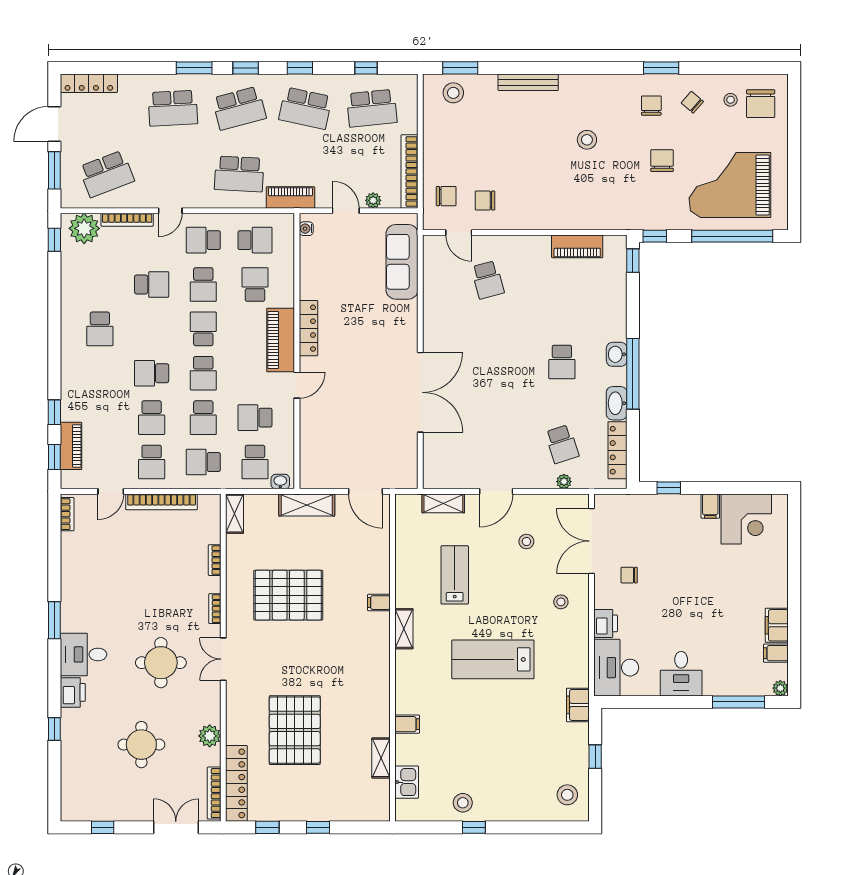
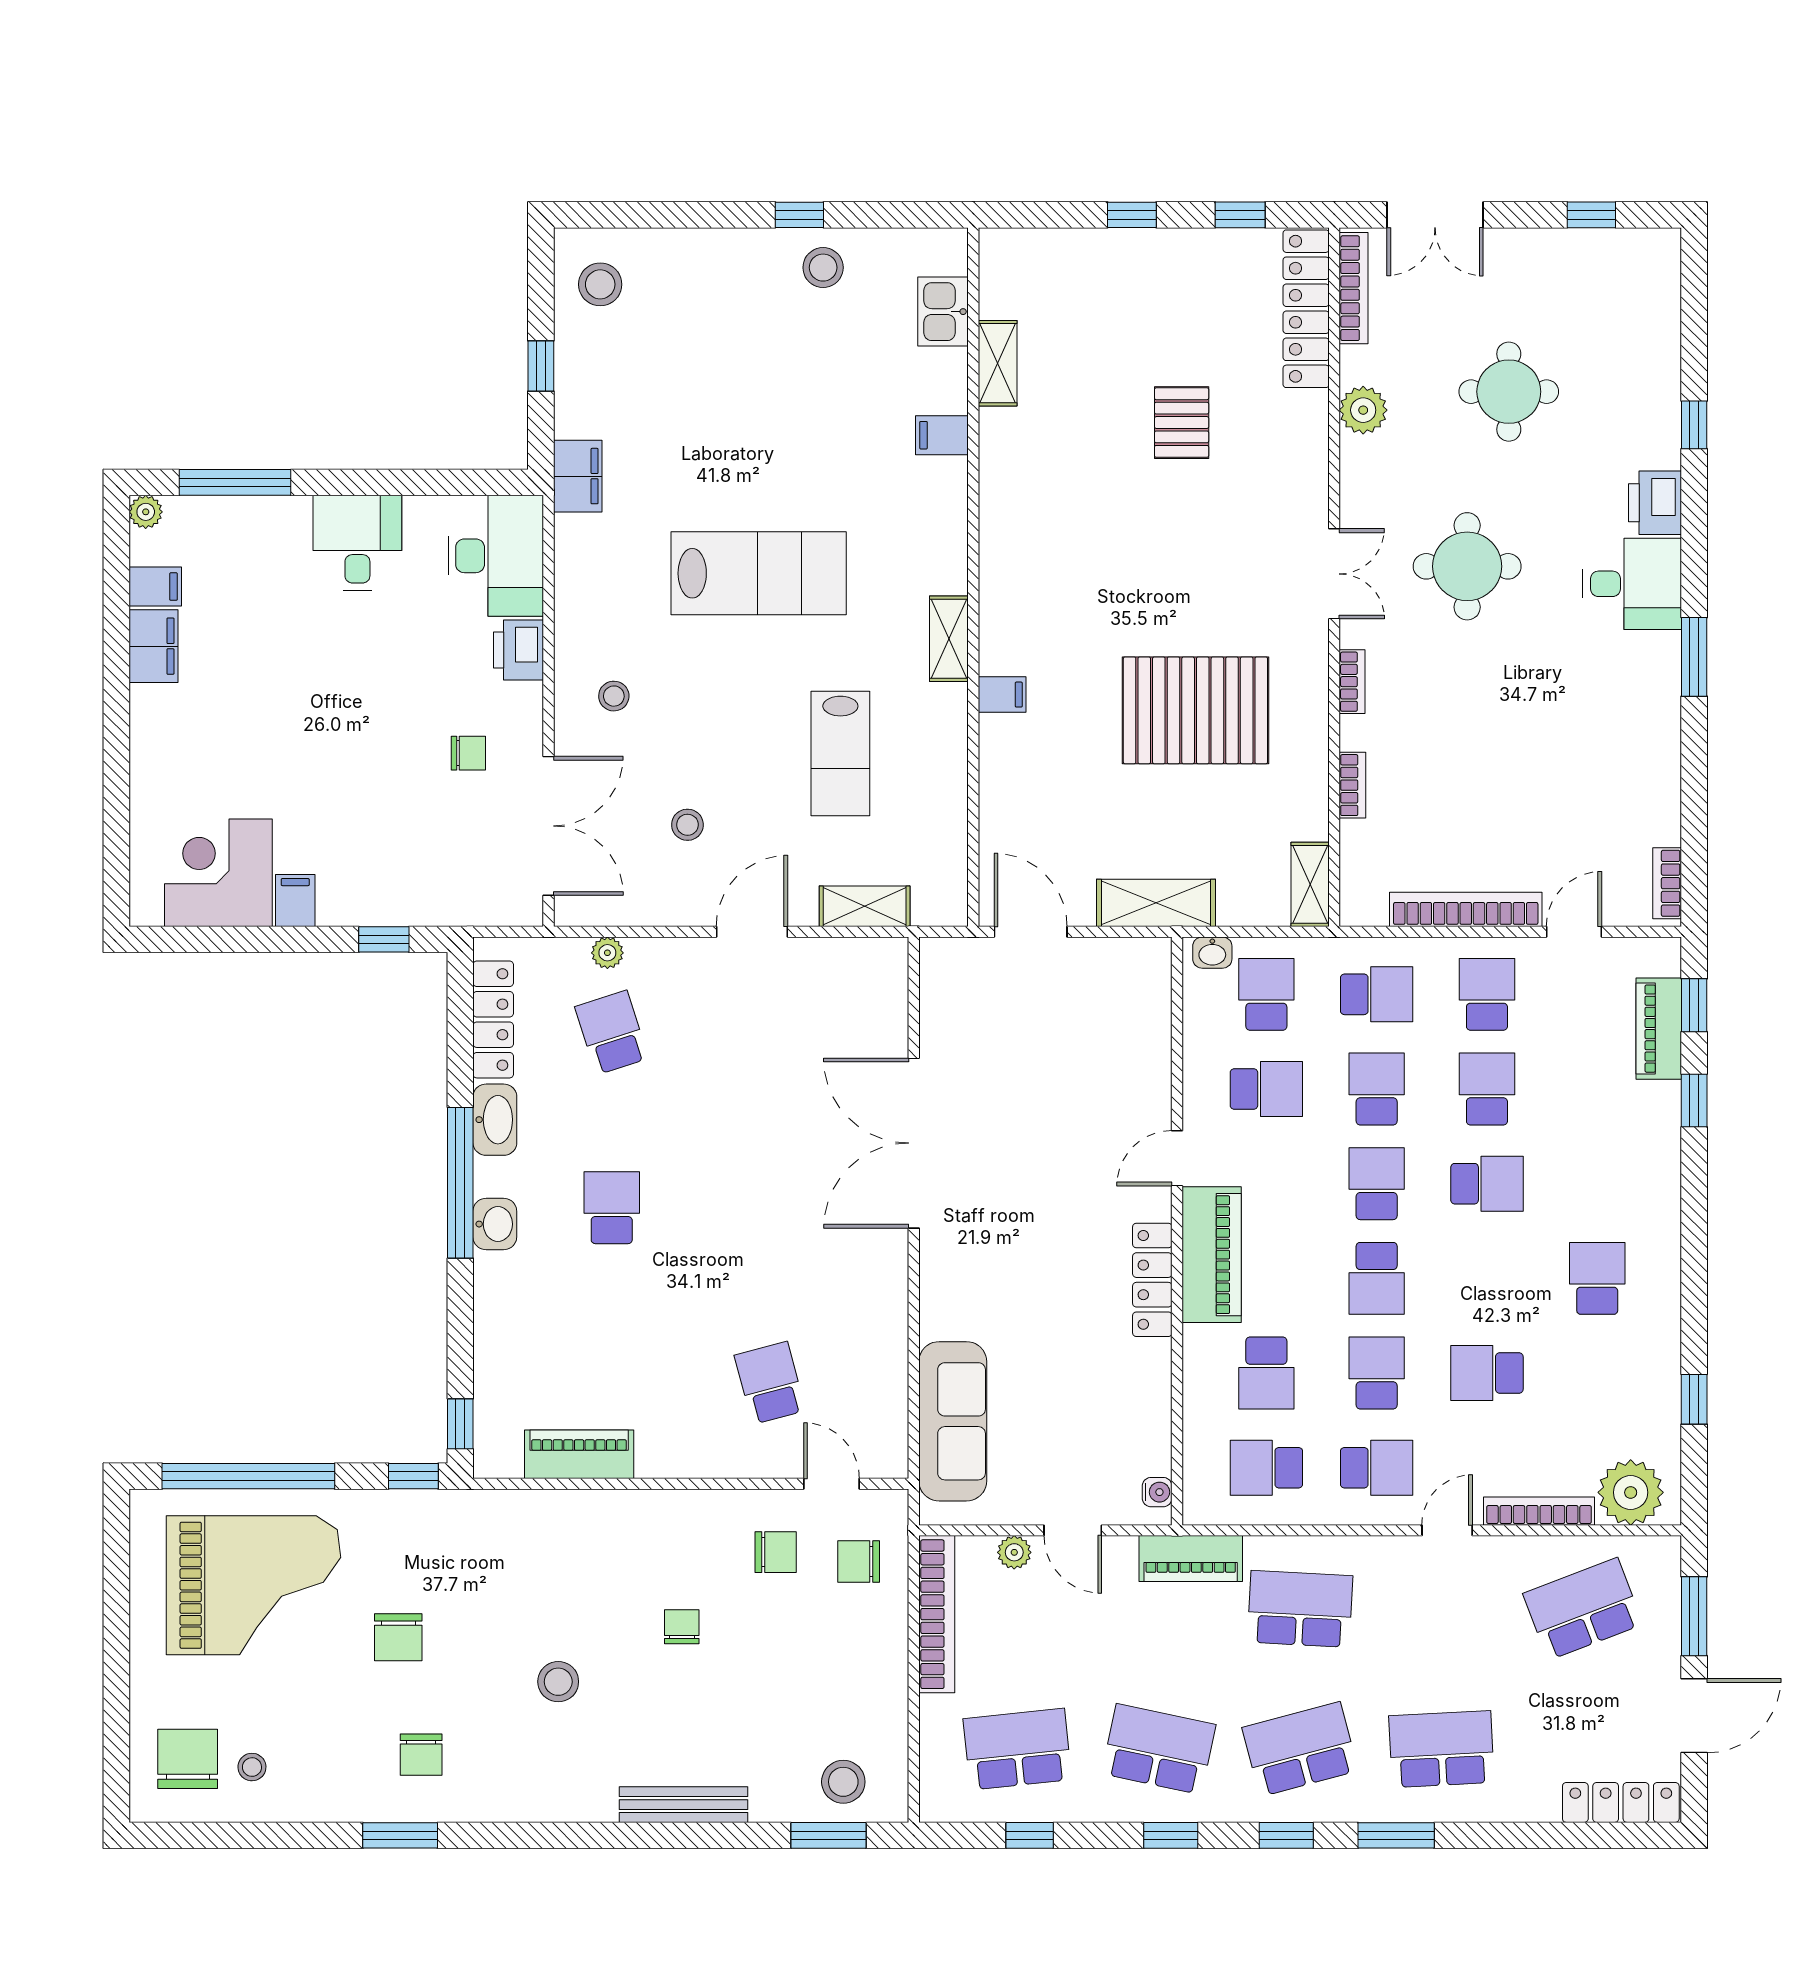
chair: (692, 102) -> (682, 1627), moved, turned -131
window: (54, 240) -> (1694, 1399), moved
pallet: (295, 730) -> (1182, 423), width x0.49, depth x0.50

